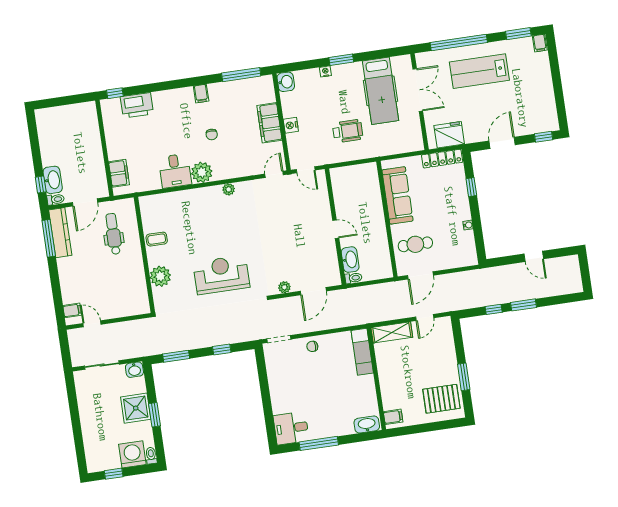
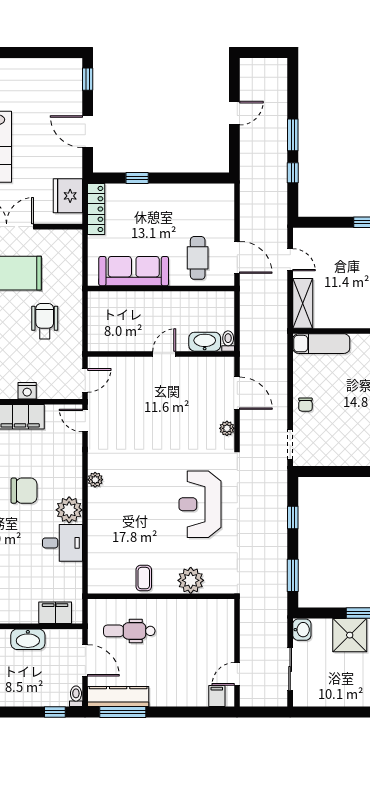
chair: (212, 134) -> (24, 491), width x1.87, depth x1.87
washbasin: (53, 180) -> (28, 639), moved, turned 180
water cooler: (468, 225) -> (183, 189), removed

